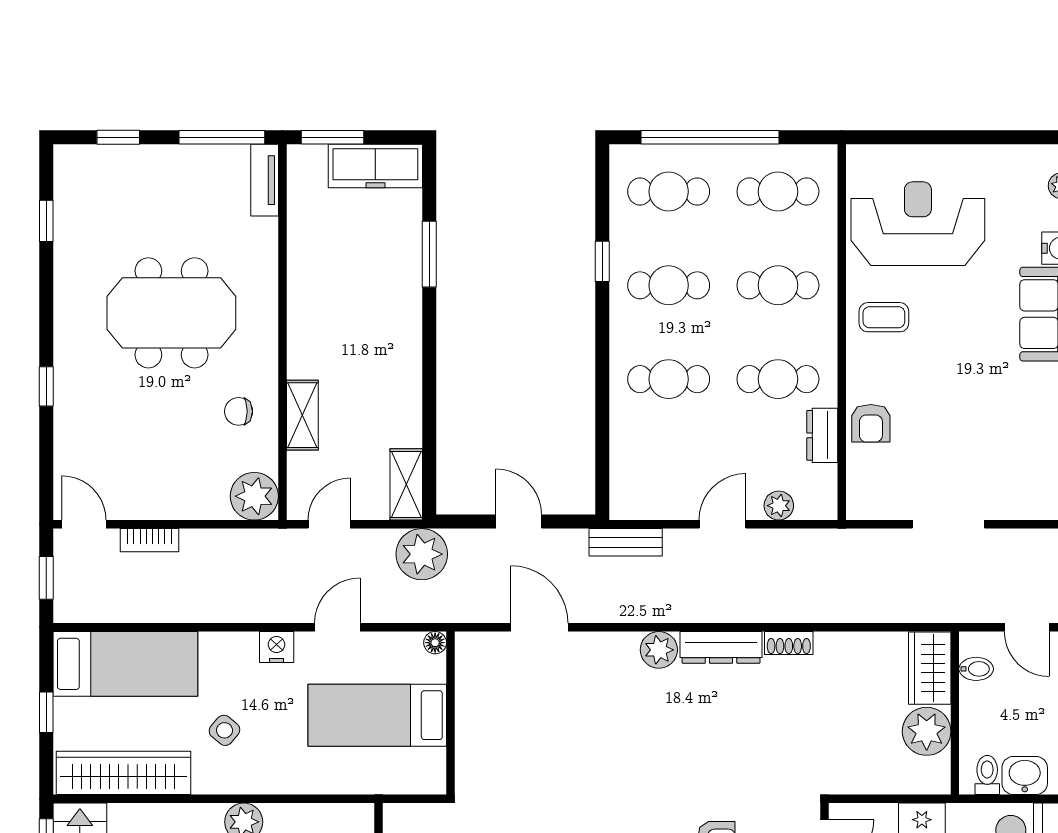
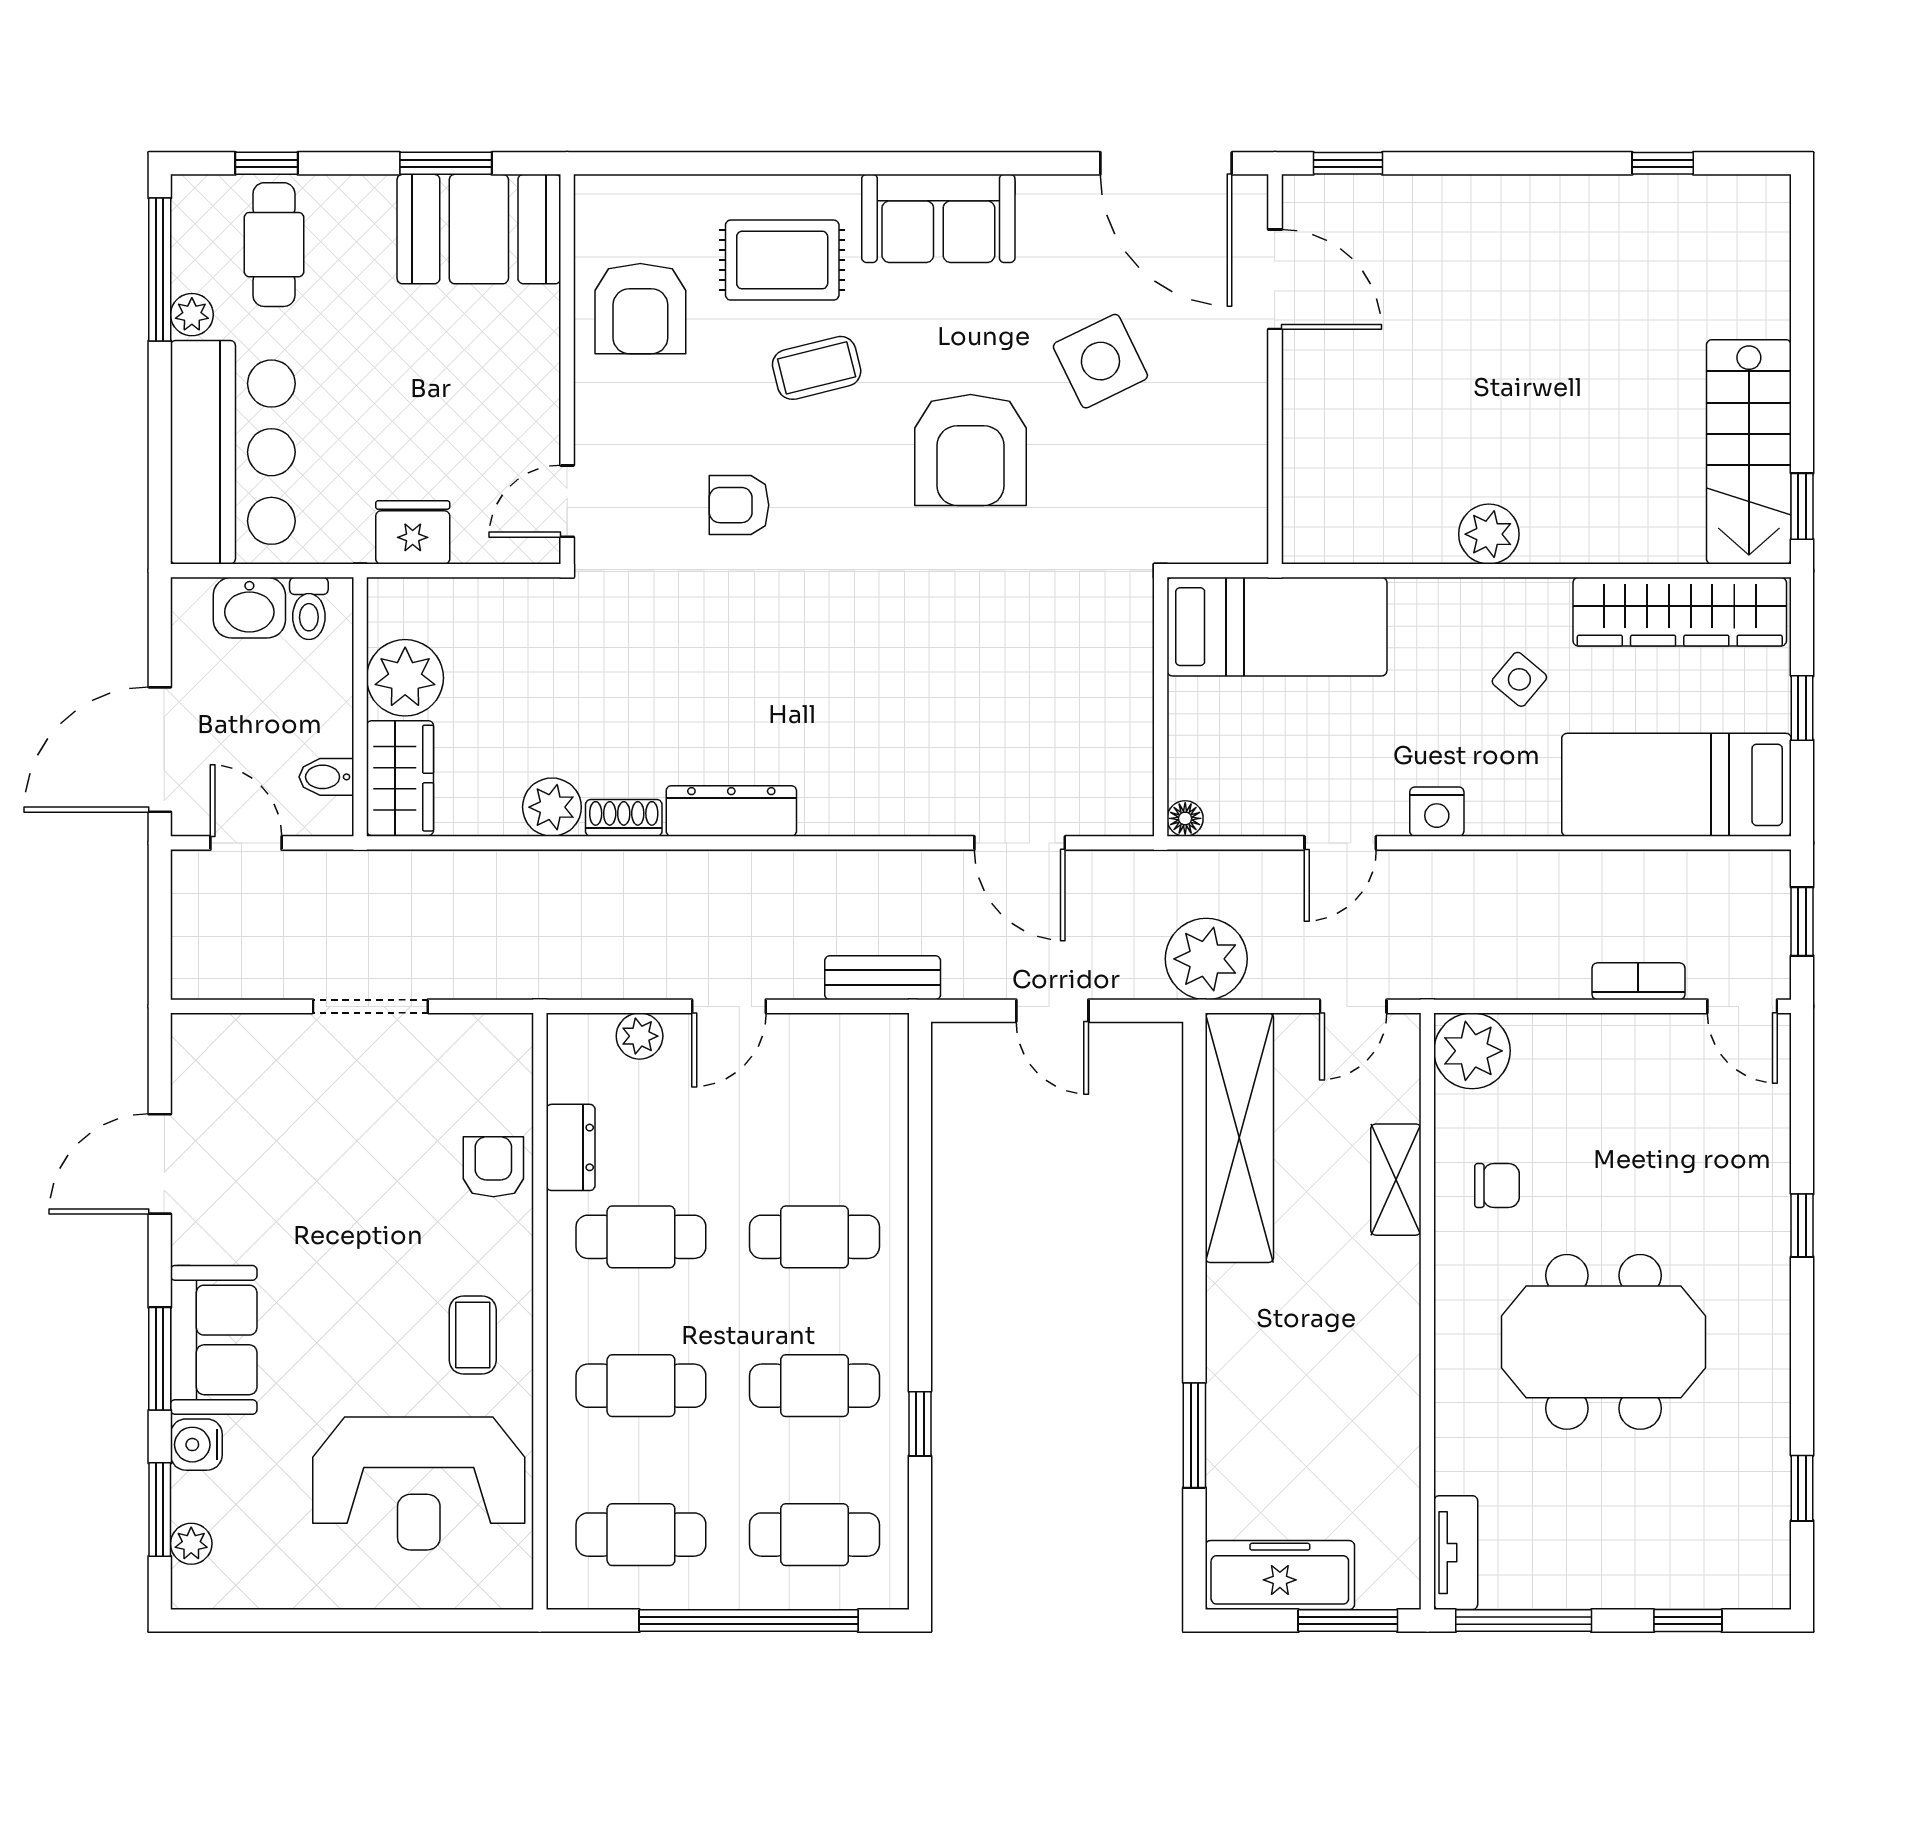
coffee table: (884, 317) -> (473, 1335), turned 90
shelving: (406, 484) -> (1239, 1138), width x2.20, depth x1.33
plant: (659, 650) -> (552, 807), moved
bed: (377, 715) -> (1277, 627), moved

